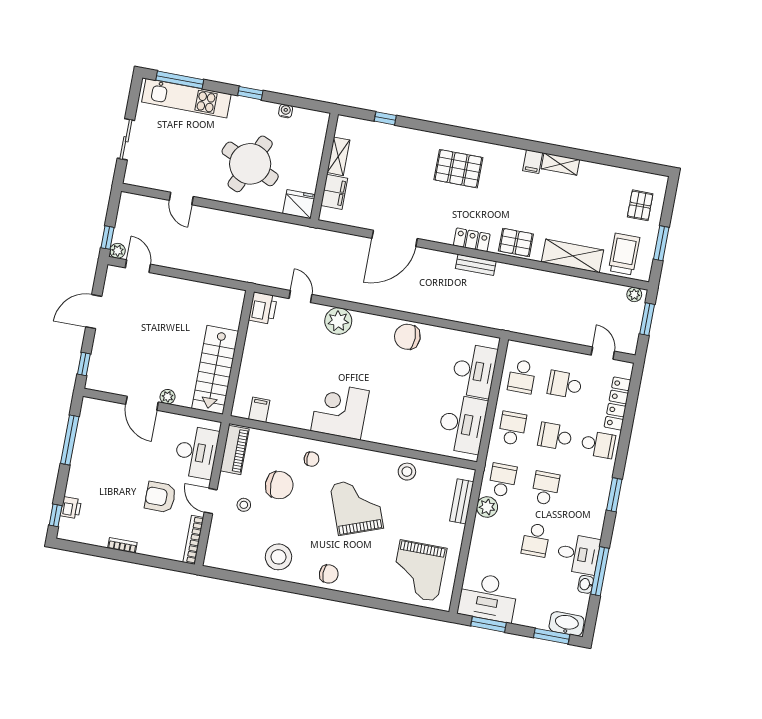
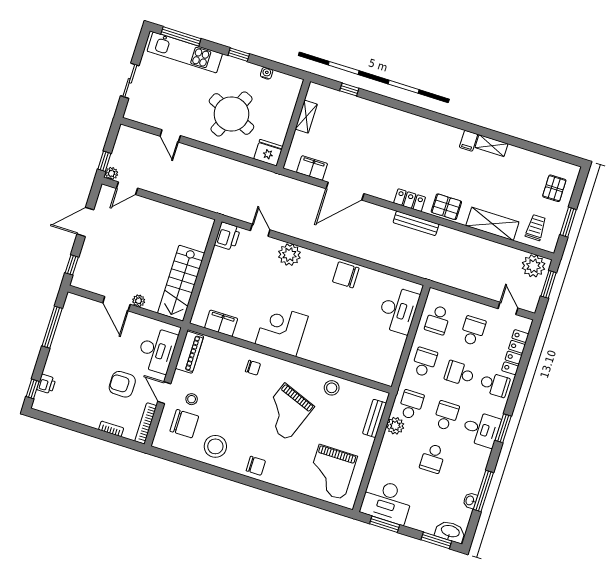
pallet: (458, 169) -> (406, 139), removed
filing cabinet: (334, 192) -> (312, 168), moved, turned -90
trolley: (624, 254) -> (536, 227), width x0.73, depth x0.72
bench: (476, 265) -> (416, 223), width x1.36
door: (138, 266) -> (127, 188), swing flipped
plant: (634, 294) -> (534, 266), width x1.88, depth x1.88
school desk: (565, 385) -> (473, 331), turned 90
filing cabinet: (259, 410) -> (221, 323), width x2.00
desk: (462, 424) -> (383, 354), removed
chair: (279, 485) -> (184, 424), moved
grand piano: (357, 506) -> (286, 412), turned -139
bookcase: (122, 545) -> (111, 429), moved
desk: (578, 554) -> (481, 429), moved

